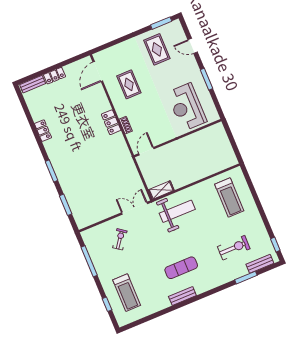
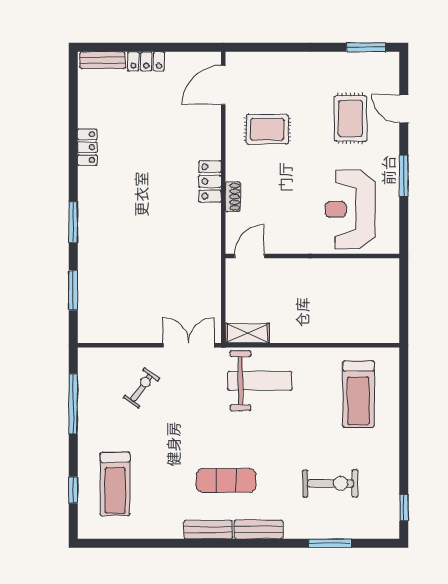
rug: (157, 49) -> (350, 118), moved
rug: (129, 84) -> (267, 129), turned 90
bench: (260, 264) -> (259, 529), moved

